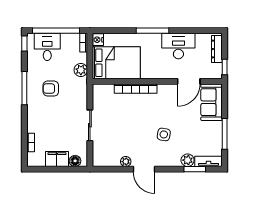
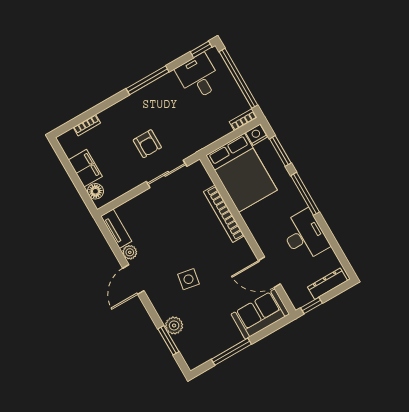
window: (117, 31) -> (280, 151), added
desk: (47, 47) -> (198, 77), moved, turned -90
plant: (81, 70) -> (208, 135), removed
armchair: (51, 89) -> (147, 144), moved, turned 180
sliding door: (90, 125) -> (167, 174), moved
tv unit: (209, 161) -> (116, 229), moved

